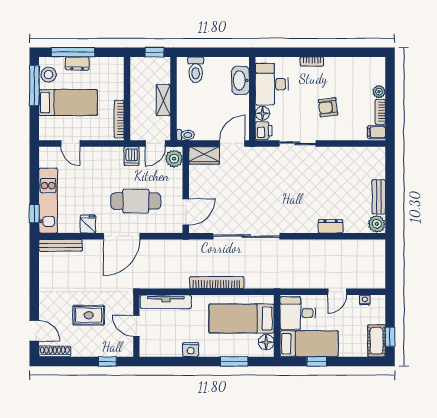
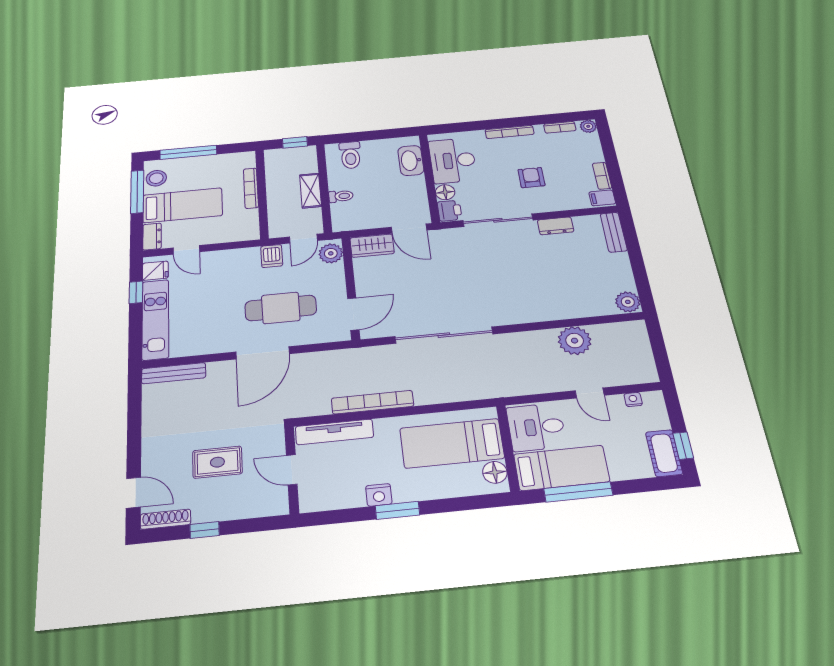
bookcase: (312, 62) -> (510, 132), width x1.56
bookcase: (357, 62) -> (560, 127), added
dresser: (77, 63) -> (152, 237), moved, turned -90
plant: (379, 92) -> (588, 126), moved
armchair: (328, 107) -> (531, 178), turned 97
bookcase: (119, 119) -> (251, 188), moved
toilet: (185, 135) -> (341, 196), moved
door: (232, 143) -> (409, 229), swing flipped
sliding door: (297, 143) -> (498, 220), width x1.37
bench: (379, 197) -> (614, 232), moved
window: (34, 214) -> (136, 292), moved
fridge: (88, 224) -> (155, 271), moved, turned 90
dresser: (331, 226) -> (556, 226), moved, turned 180
plant: (334, 251) -> (575, 341), added
bookcase: (217, 283) -> (373, 402), moved
door: (337, 292) -> (590, 393), hinge flipped
window: (107, 361) -> (205, 530), moved
window: (234, 361) -> (397, 510), moved
window: (317, 361) -> (578, 492), width x2.17

